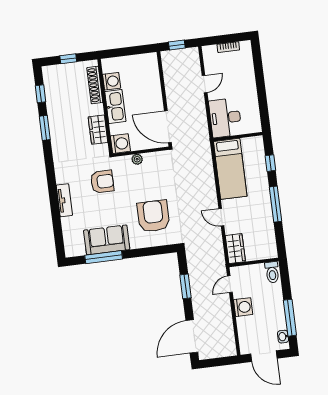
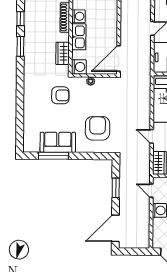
door: (168, 127) -> (119, 59), hinge flipped
tv unit: (64, 200) -> (28, 106), removed
door: (230, 284) -> (151, 191), hinge flipped

